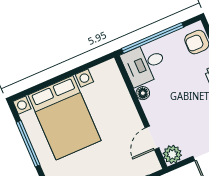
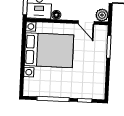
bed with nightstands: (65, 118) -> (49, 50), moved

